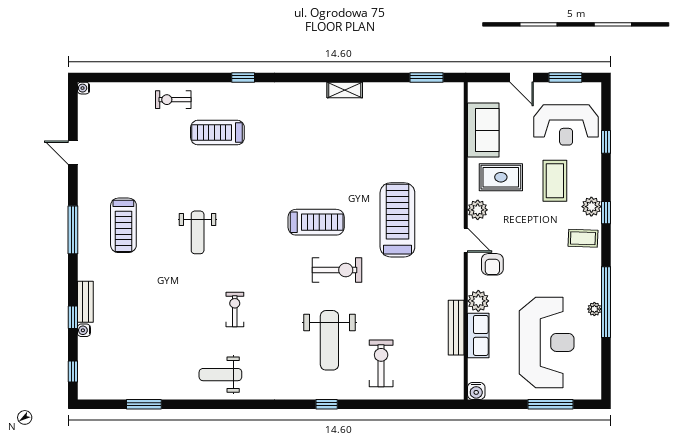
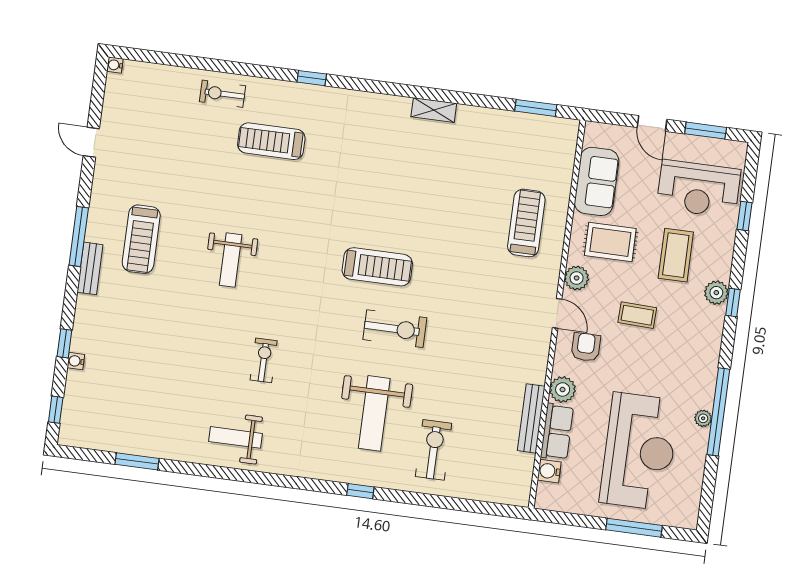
treadmill: (397, 220) -> (526, 223), moved, width x0.73, depth x0.73
coffee table: (583, 238) -> (637, 315), moved
armchair: (492, 264) -> (586, 347), turned 180
bench: (85, 302) -> (90, 268), moved
water cooler: (476, 391) -> (549, 471), moved, turned 90

